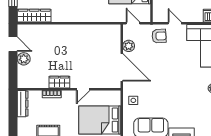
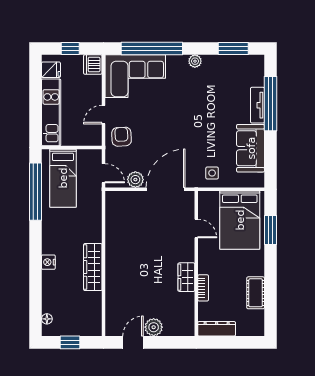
wardrobe: (34, 16) -> (93, 267), moved
door: (133, 23) -> (104, 173), swing flipped
door: (83, 89) -> (196, 228), moved

